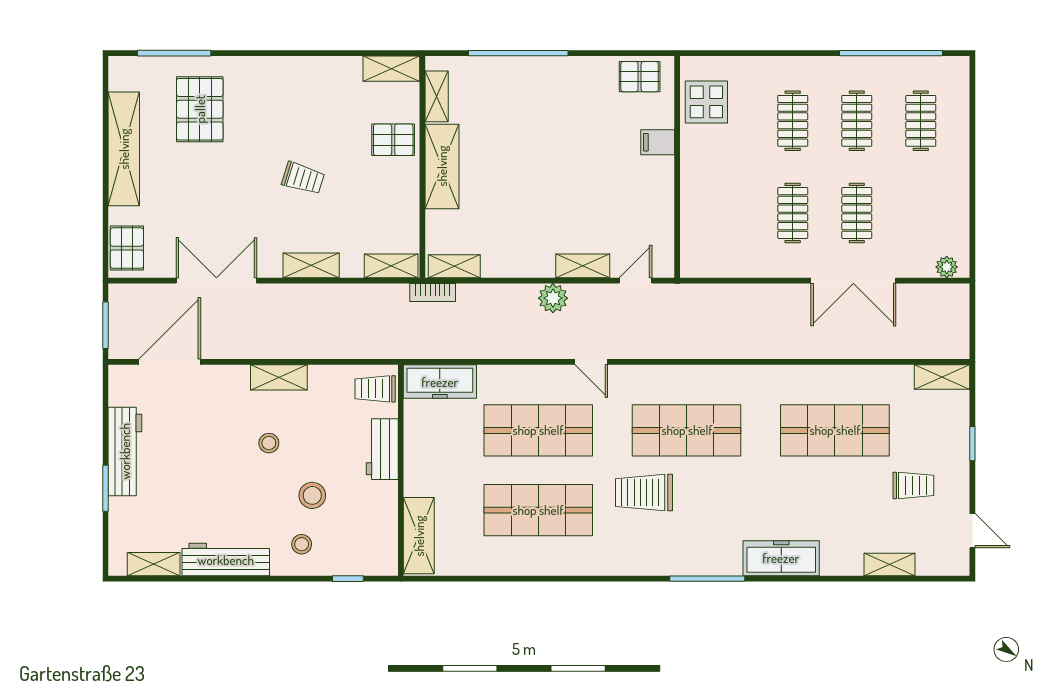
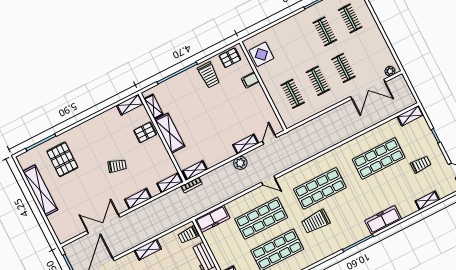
trolley: (580, 89) -> (209, 75), added
clothes rail: (793, 121) -> (293, 94), moved
pallet: (127, 248) -> (61, 229), removed
double door: (853, 281) -> (368, 89), moved

